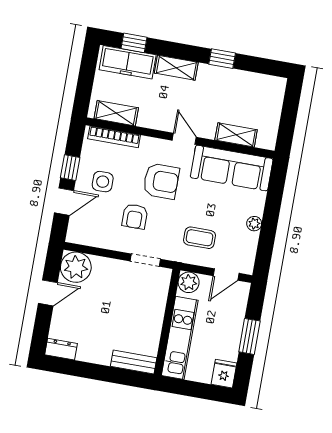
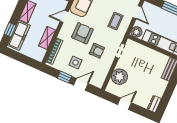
shelving: (116, 113) -> (47, 38), moved
door: (64, 202) -> (81, 84), hinge flipped
plant: (76, 267) -> (119, 77), moved
door: (48, 293) -> (124, 104), hinge flipped

